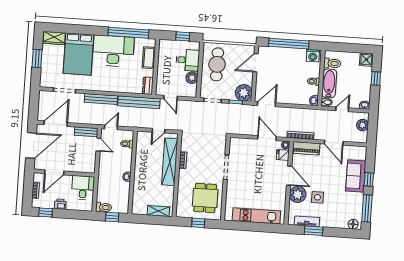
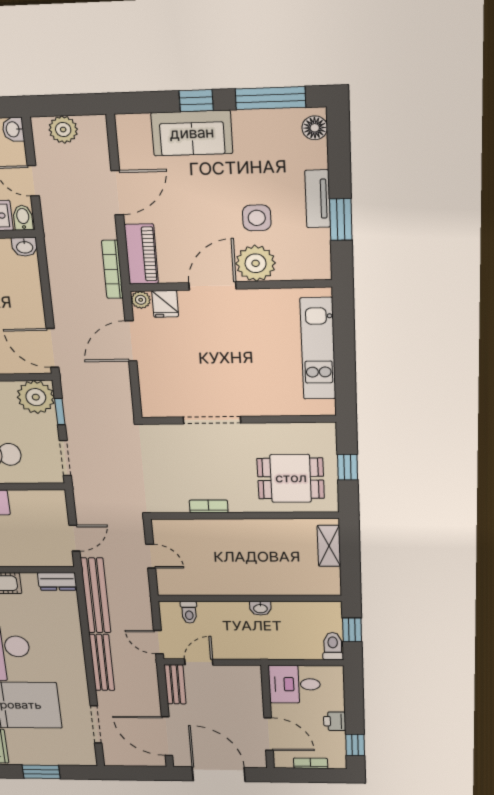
plant: (192, 78) -> (23, 501), removed
shelving: (170, 162) -> (216, 531), removed
dining table: (205, 198) -> (291, 478), moved
tv unit: (307, 221) -> (318, 199), moved

